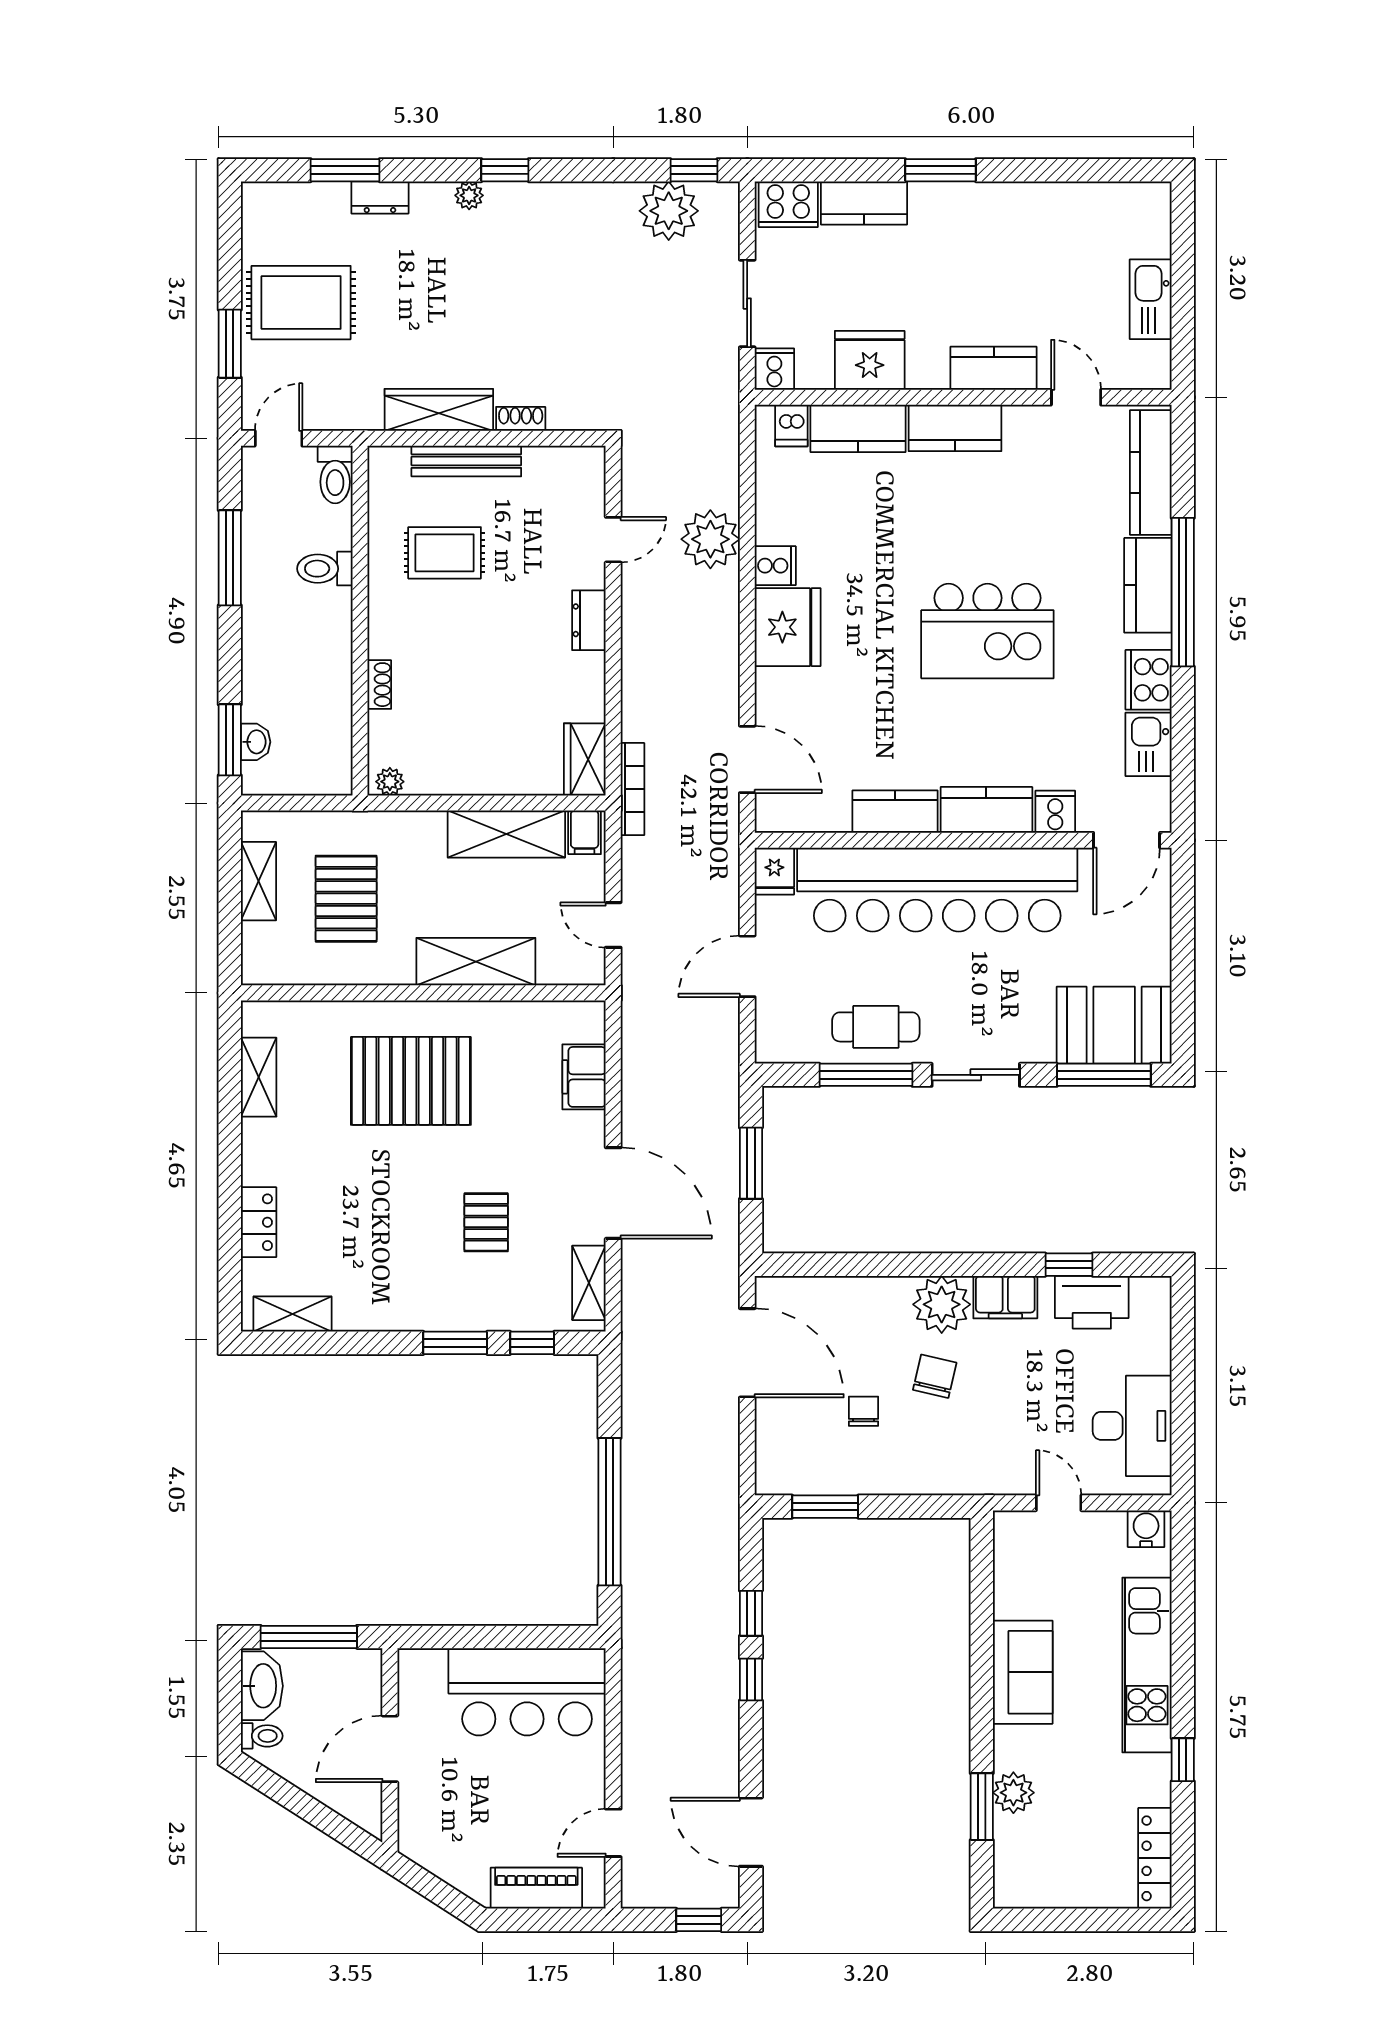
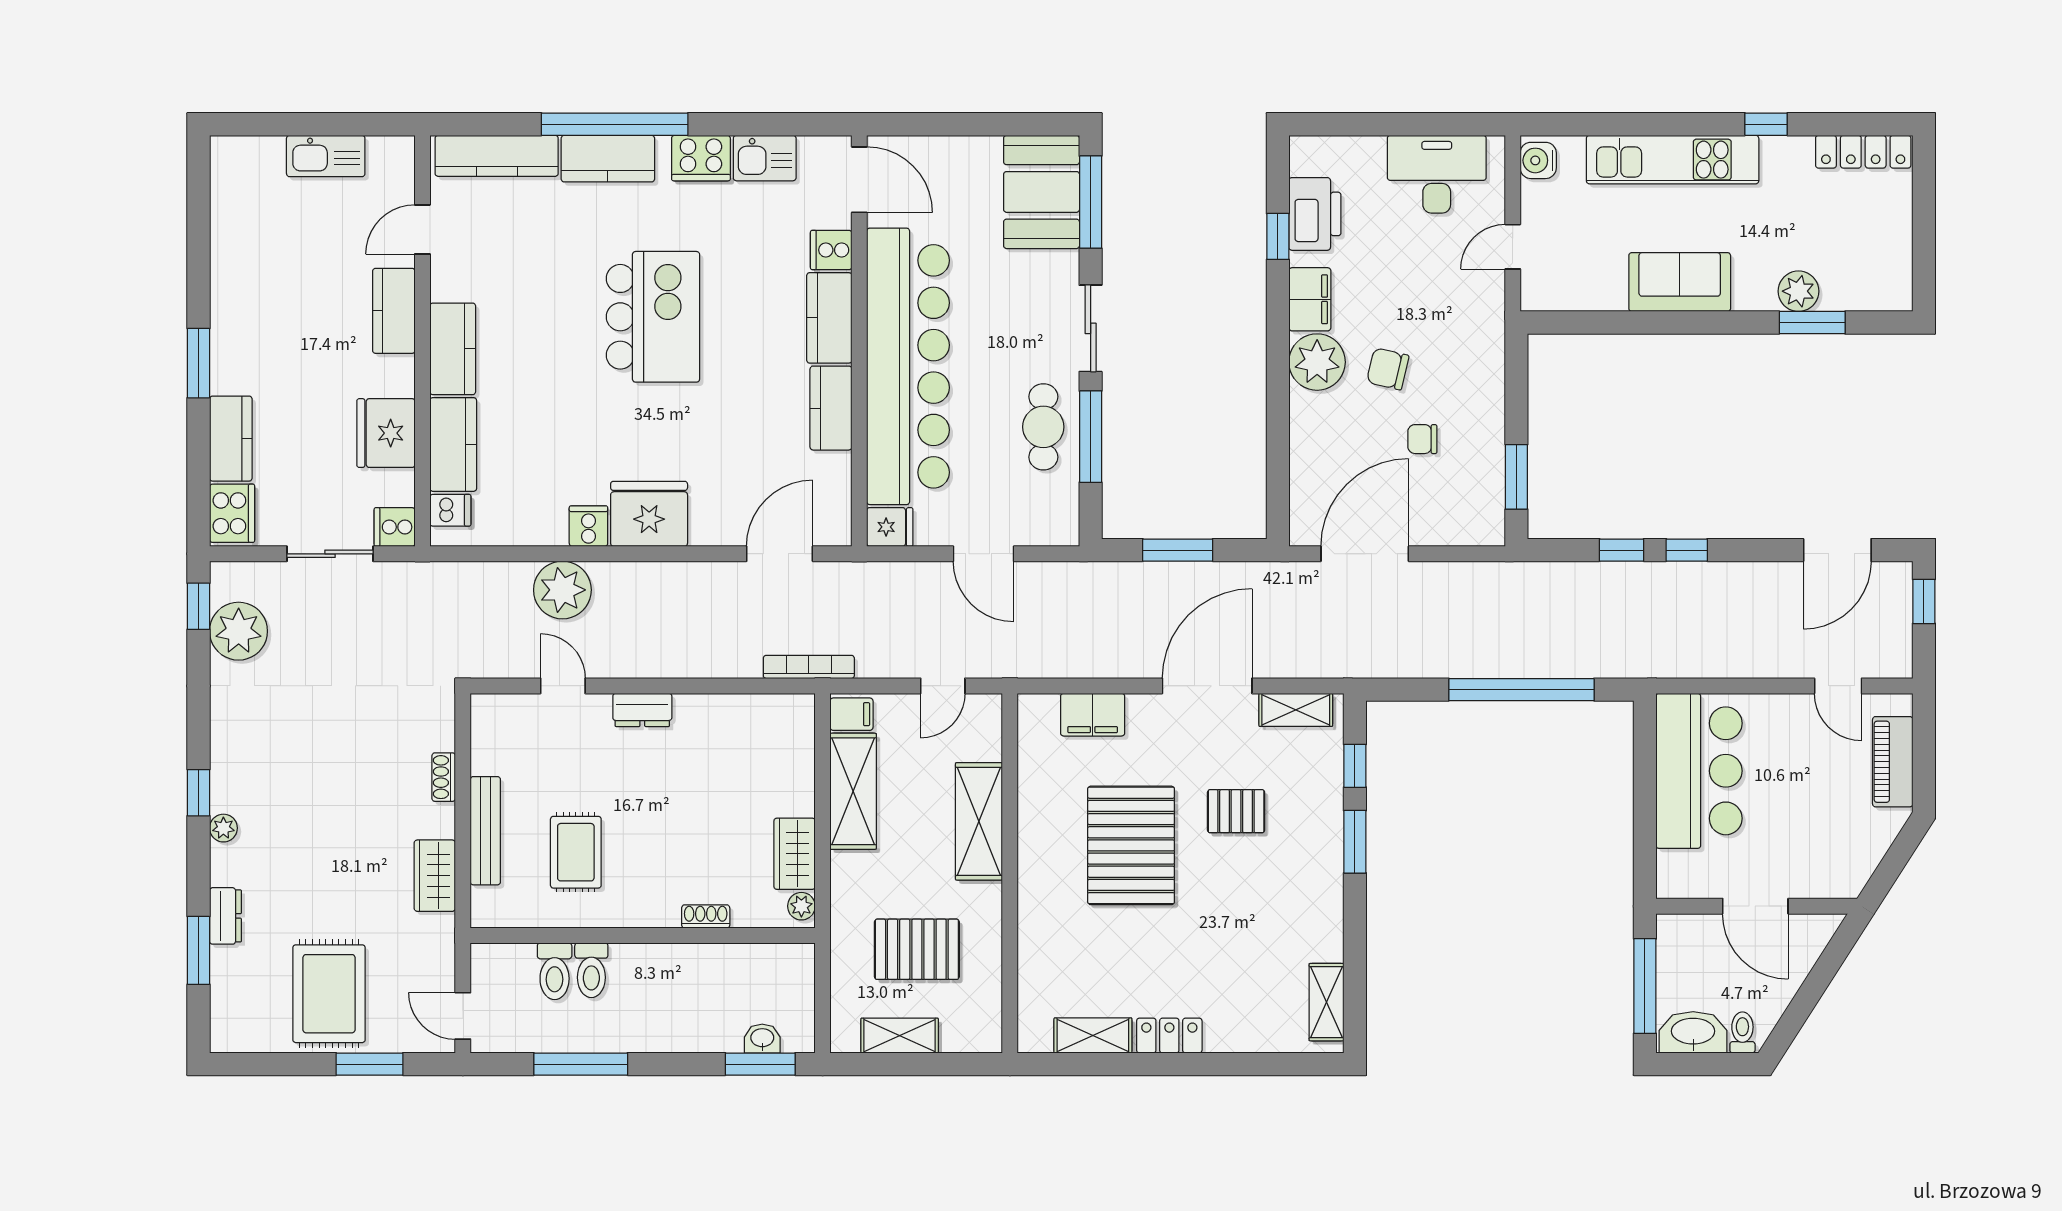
wardrobe: (439, 410) -> (435, 876), width x0.67
toilet: (335, 474) -> (555, 971), moved, turned 90
wardrobe: (585, 759) -> (795, 854), moved, turned 90
pallet: (411, 1081) -> (1131, 845), moved
locker: (259, 1222) -> (1169, 1036), moved

